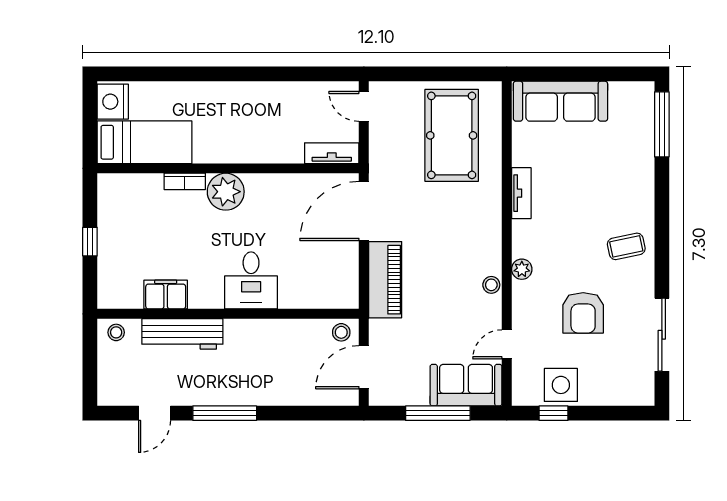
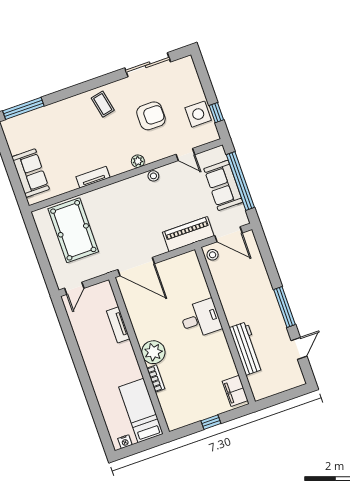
sofa: (560, 101) -> (31, 173), width x0.73
nightstand: (113, 102) -> (125, 442), width x0.53, depth x0.56
pool table: (452, 135) -> (73, 230), turned 90
tv unit: (332, 153) -> (118, 325), moved
piano: (385, 280) -> (188, 234), moved
filing cabinet: (166, 295) -> (235, 391), moved
stool: (116, 332) -> (259, 388), removed
sofa: (466, 385) -> (223, 185), moved
door: (155, 413) -> (299, 348), hinge flipped
window: (438, 413) -> (240, 181), width x1.46

